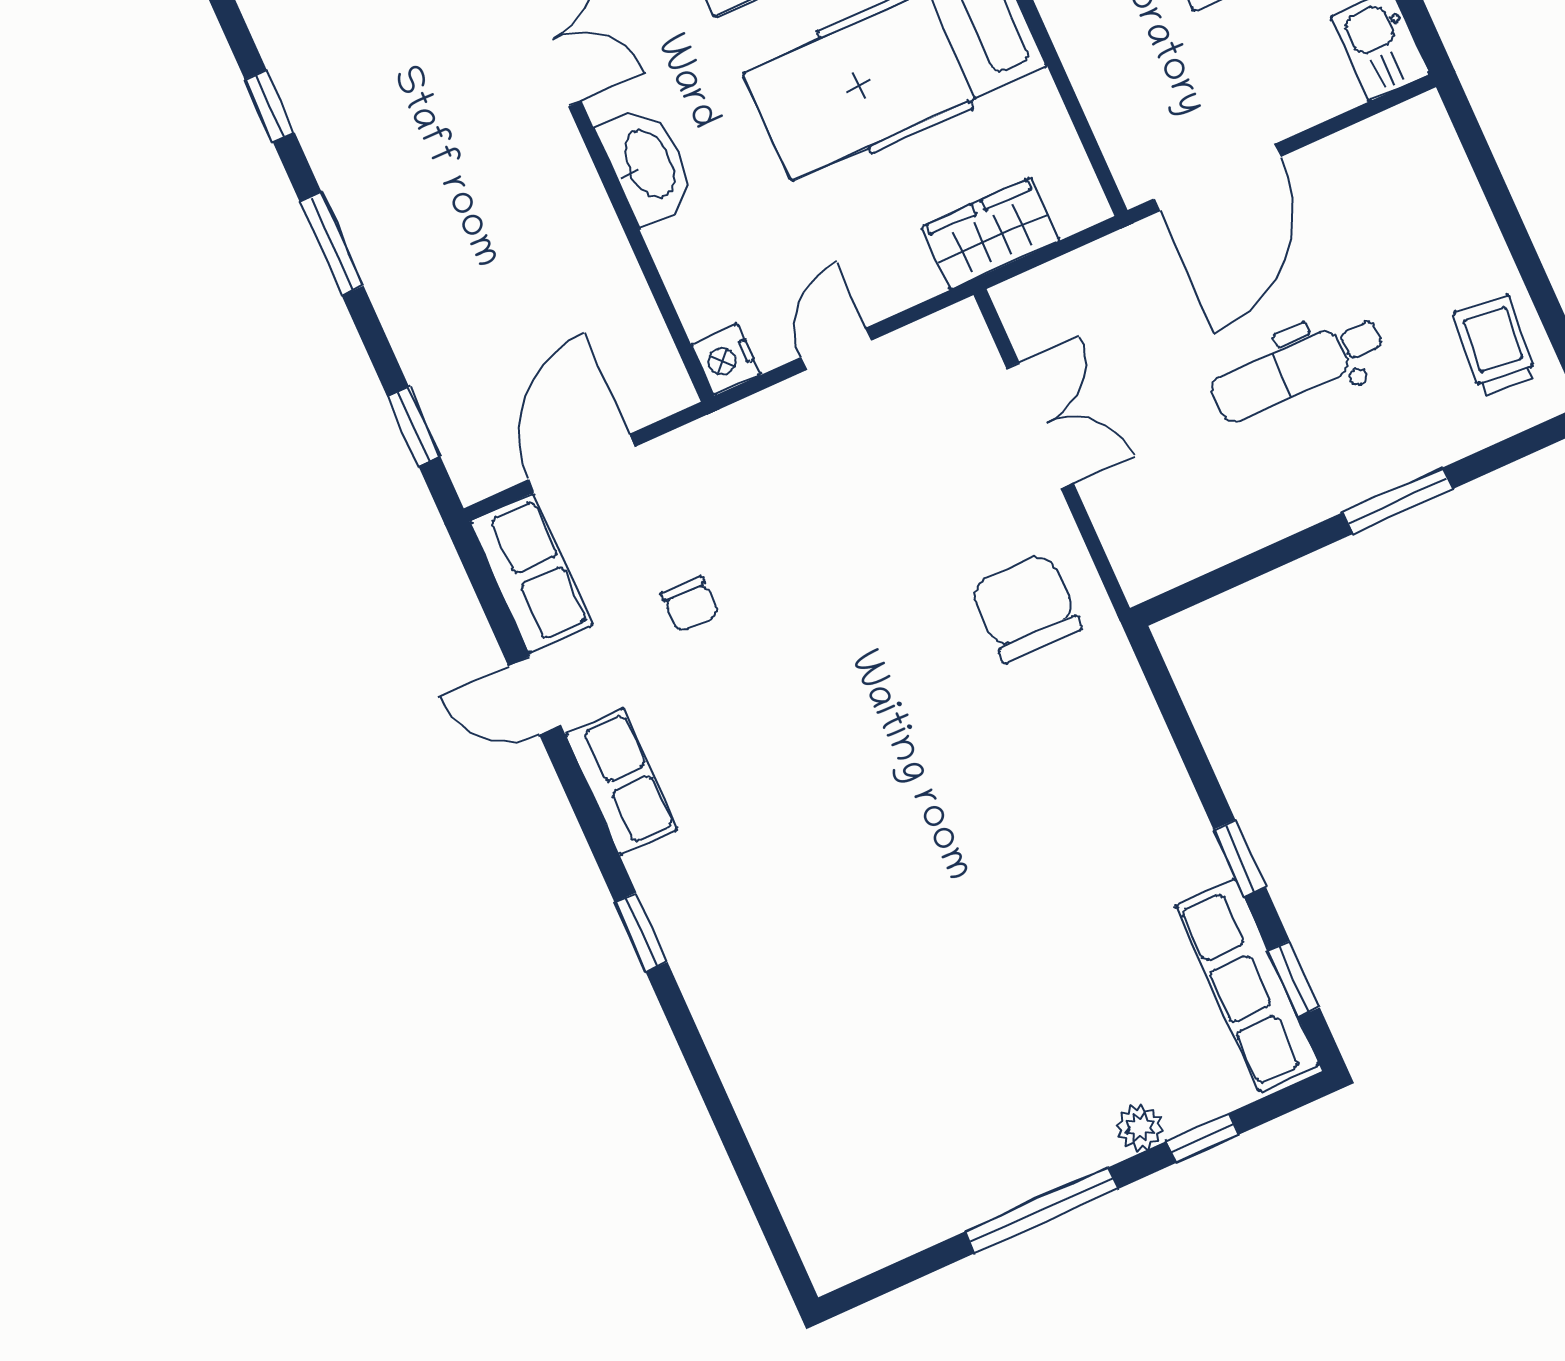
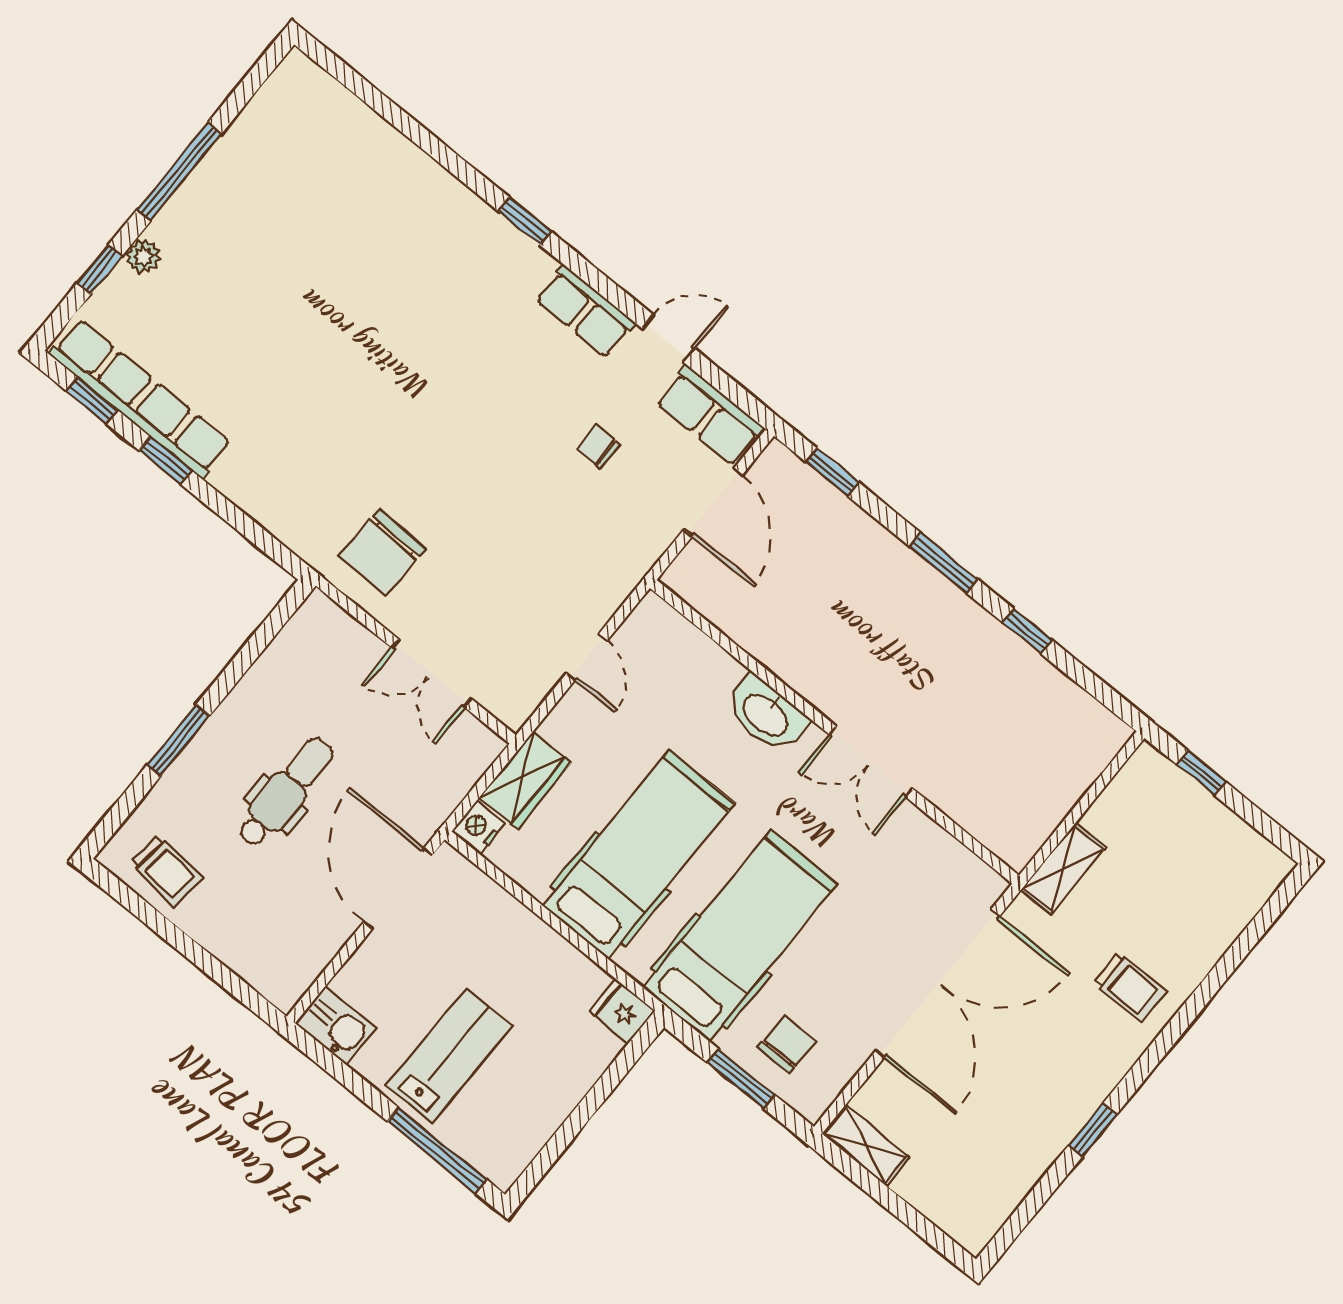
nightstand: (726, 360) -> (478, 827), moved, turned -90
chair: (1026, 608) -> (382, 552), turned 92
row of seats: (1247, 985) -> (140, 399), width x1.36

